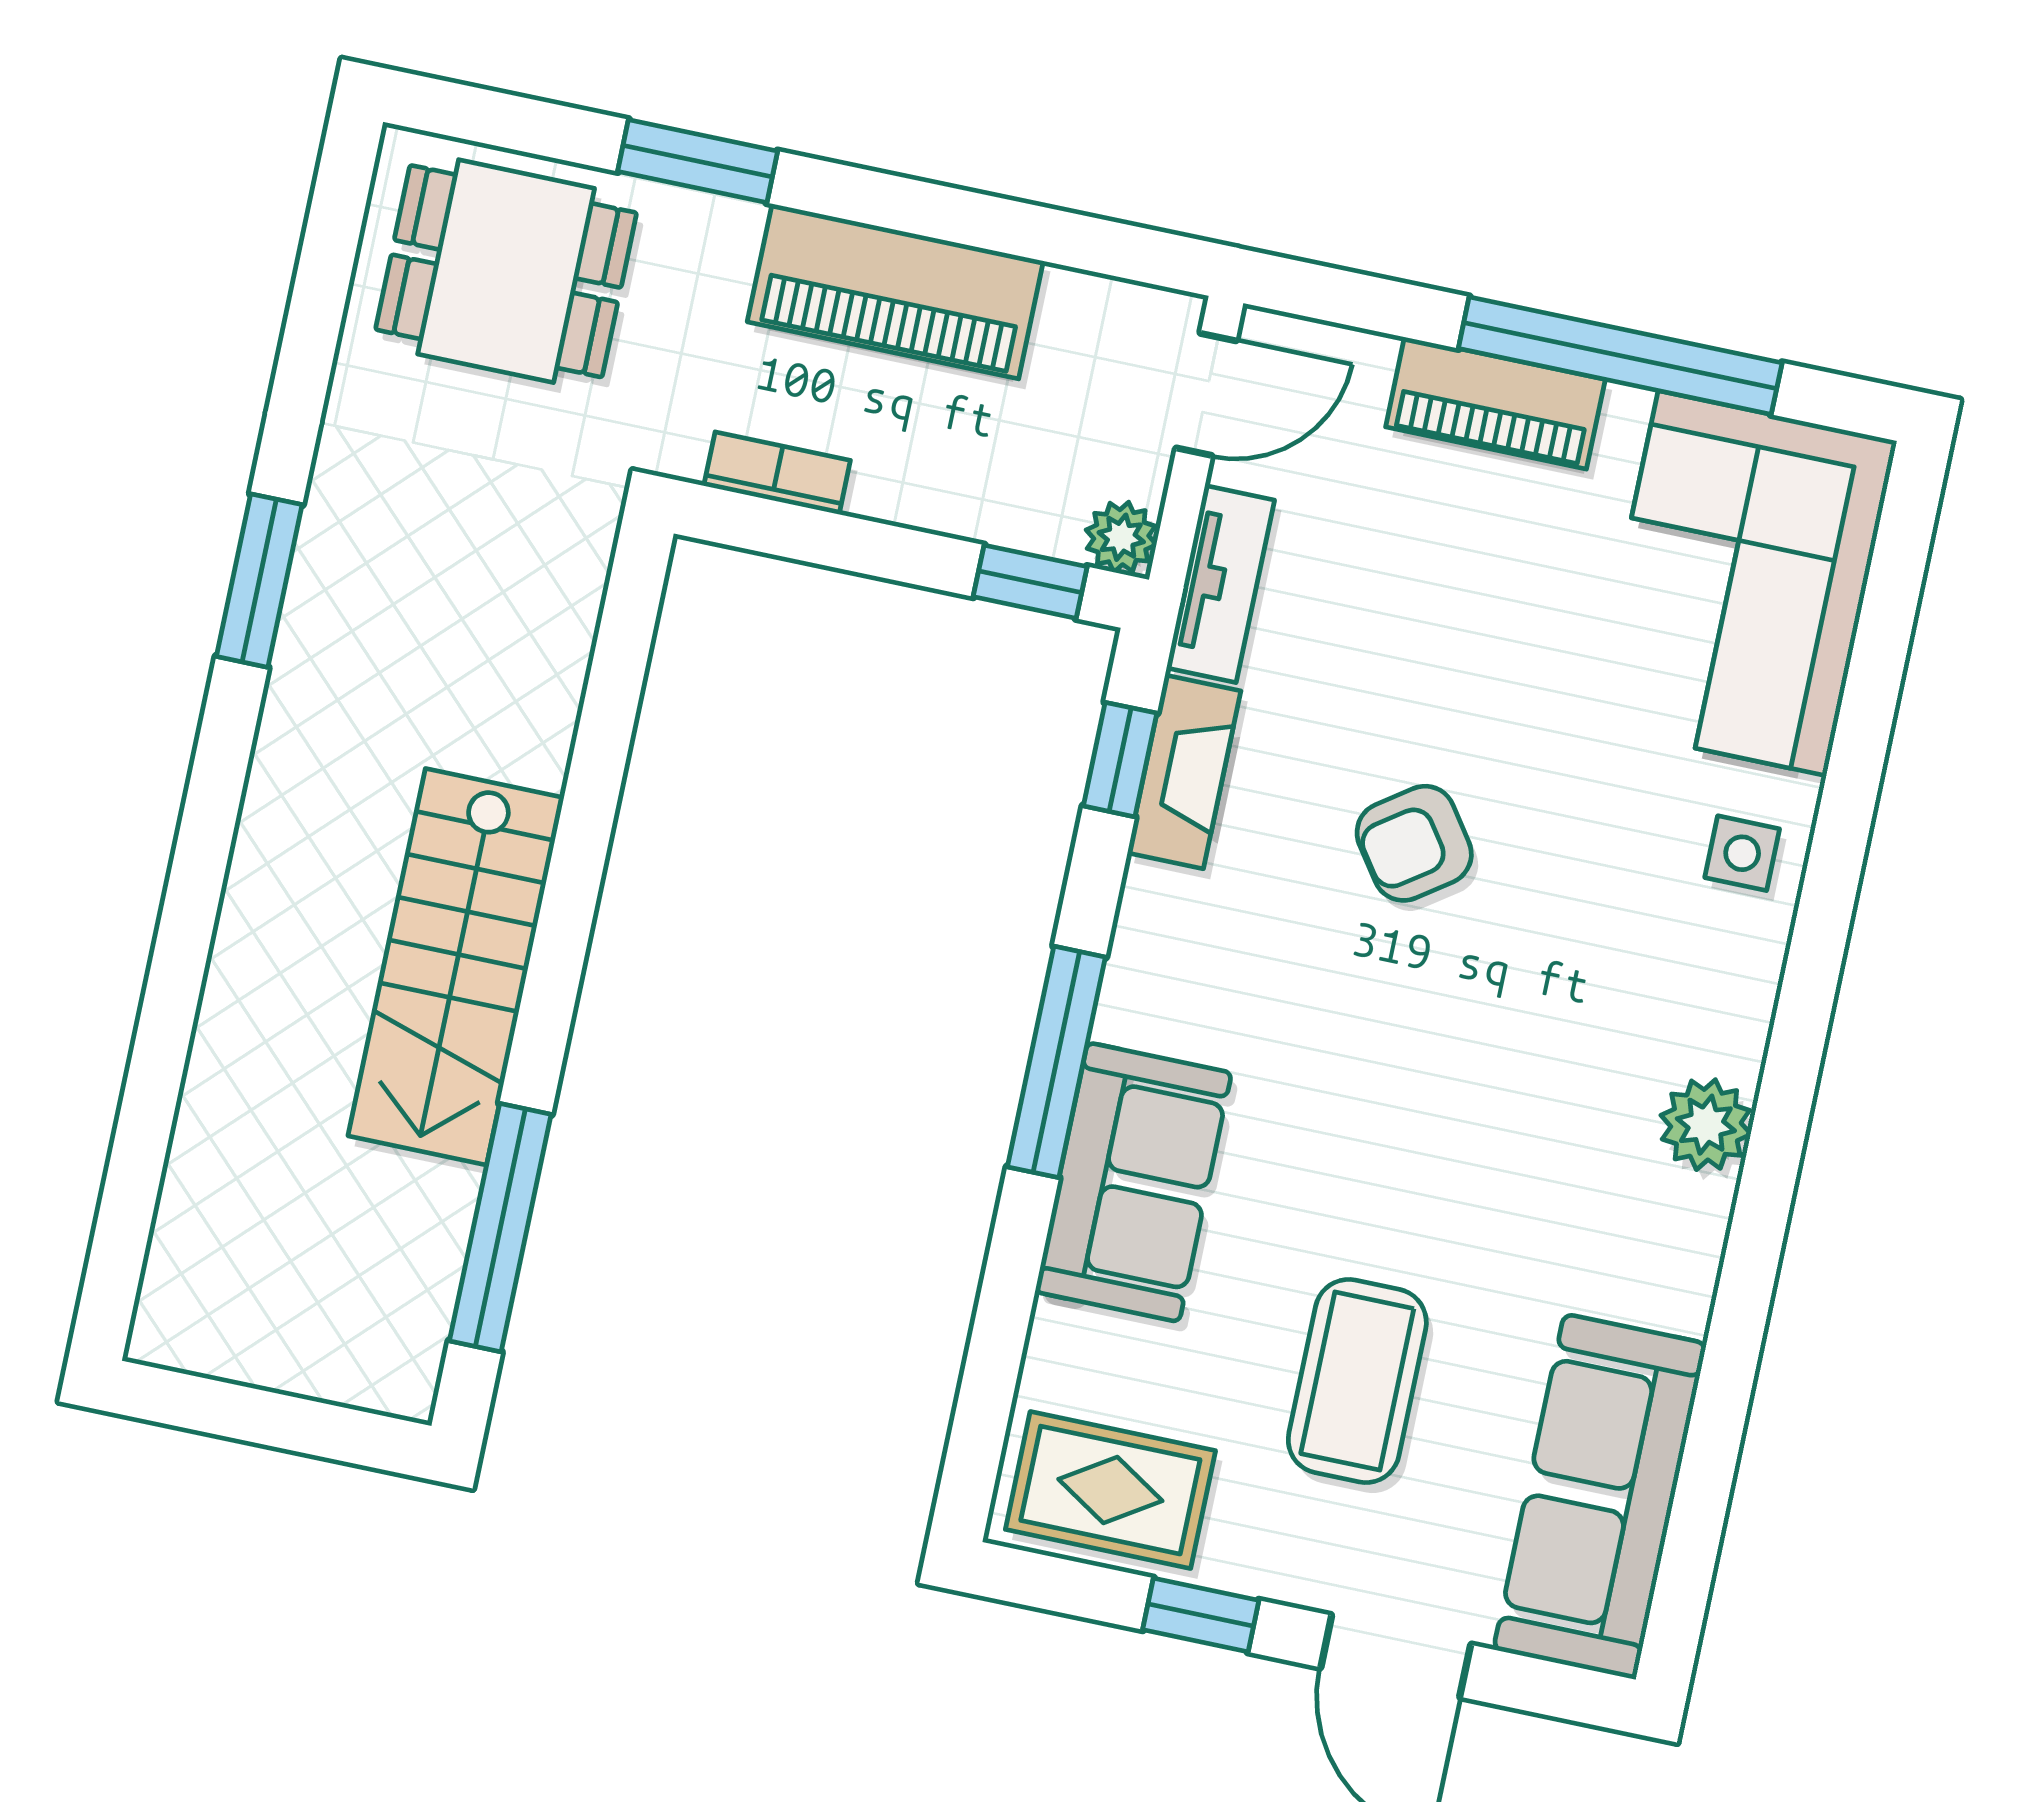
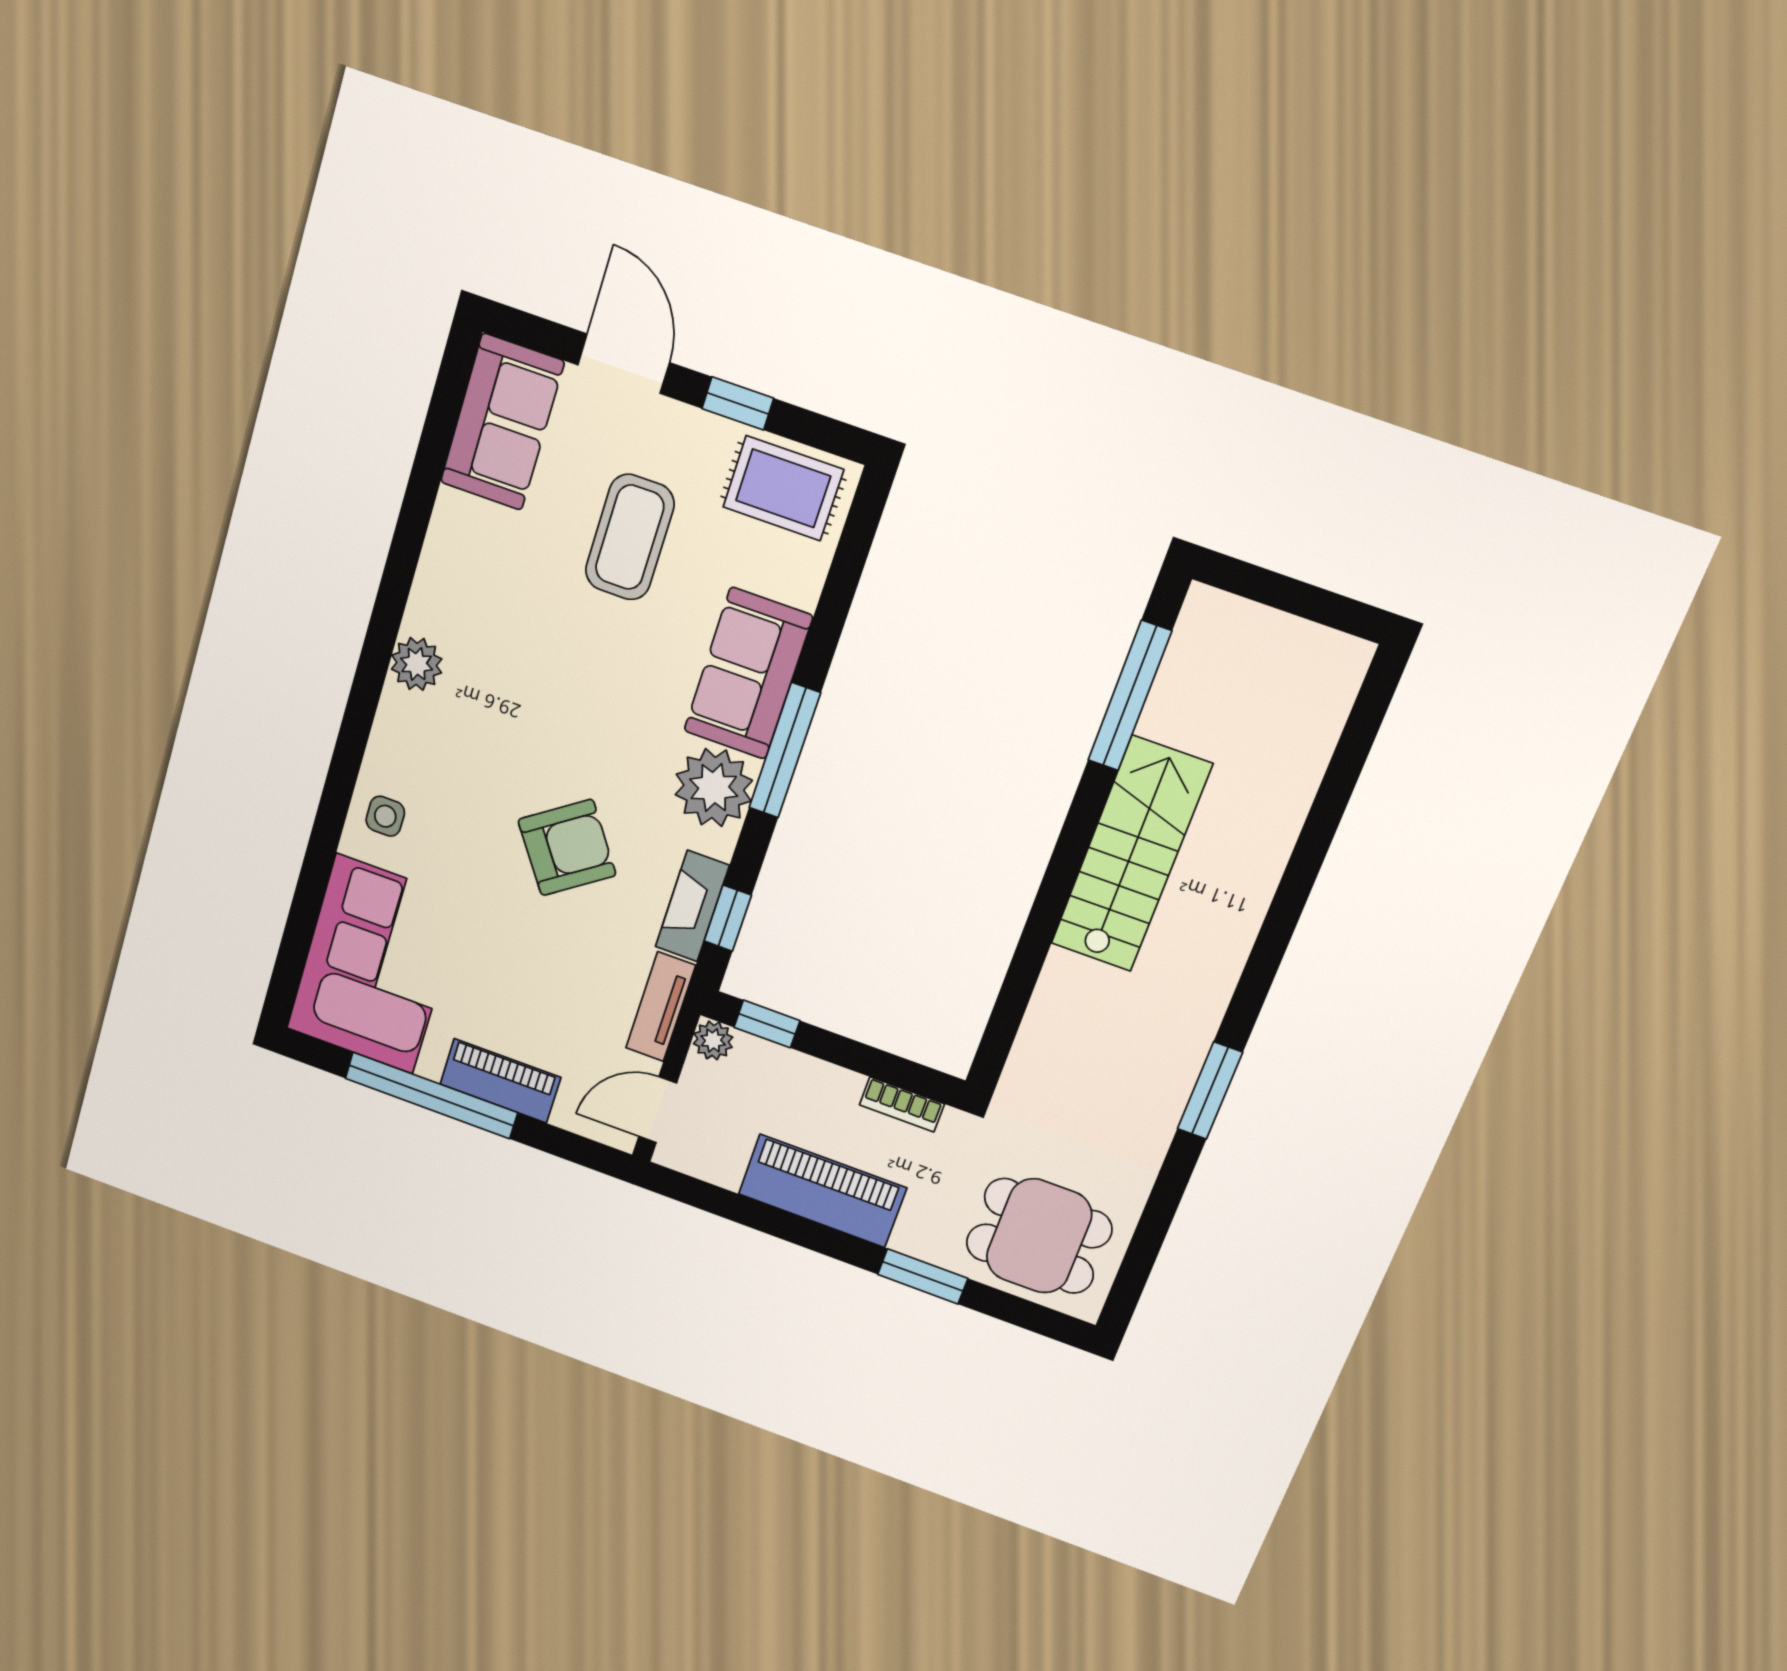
armchair: (1414, 843) -> (567, 848), width x1.38, depth x1.38
plant: (1170, 983) -> (714, 788), added
sofa: (1600, 1497) -> (502, 422), width x0.73

